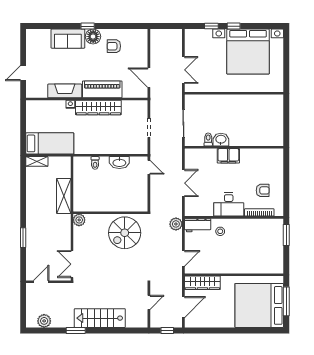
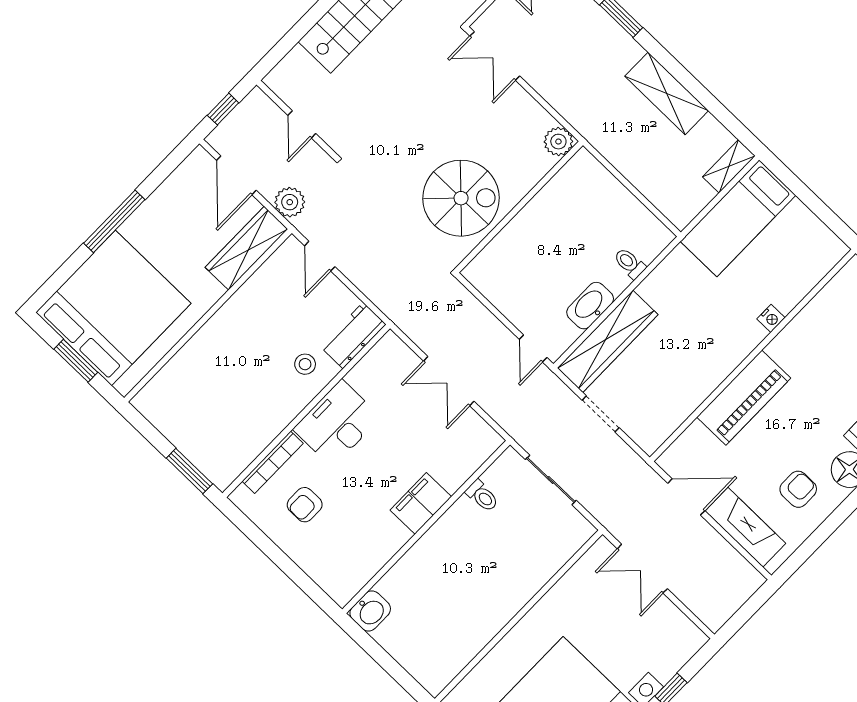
fireplace: (65, 91) -> (745, 527), moved, turned -90
wardrobe: (98, 108) -> (608, 341), moved, turned 180
washbasin: (221, 140) -> (370, 611), moved
door: (149, 167) -> (533, 348), hinge flipped
shelving: (64, 196) -> (667, 93), moved
plant: (176, 224) -> (290, 202), moved
spiral stairs: (125, 233) -> (461, 198), turned 90
double door: (72, 264) -> (495, 56), swing flipped
window: (286, 301) -> (76, 361), width x0.69
window: (233, 330) -> (114, 221), added

